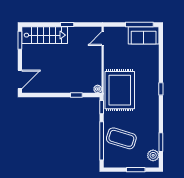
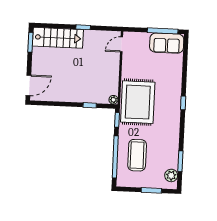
coffee table: (121, 138) -> (137, 155), turned 73

